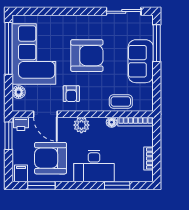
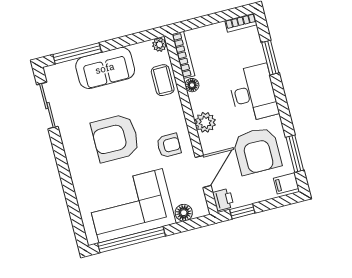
armchair: (87, 56) -> (115, 138), turned -90
plant: (148, 106) -> (160, 45), added
window: (9, 136) -> (242, 211), width x0.67
bookcase: (149, 158) -> (241, 23), moved

